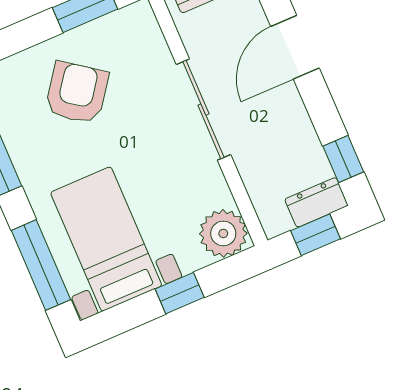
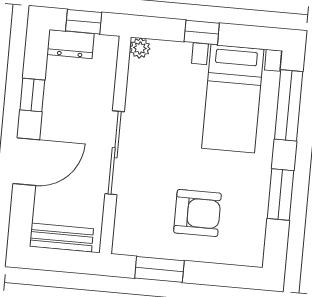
armchair: (77, 93) -> (197, 213), turned -126
window: (343, 159) -> (32, 95), moved
plant: (223, 233) -> (140, 48), width x0.53, depth x0.53

